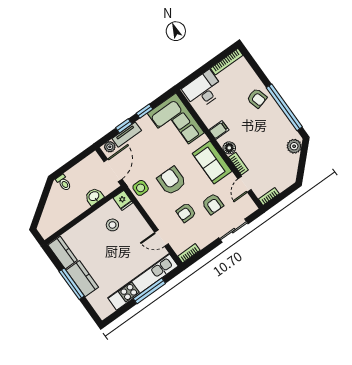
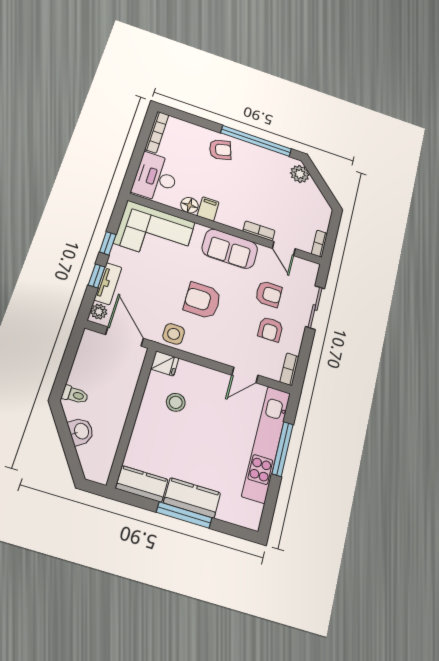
floor lamp: (229, 148) -> (189, 205), moved
washbasin: (94, 196) -> (81, 431), moved, turned 145
armchair: (186, 213) -> (270, 329), moved

